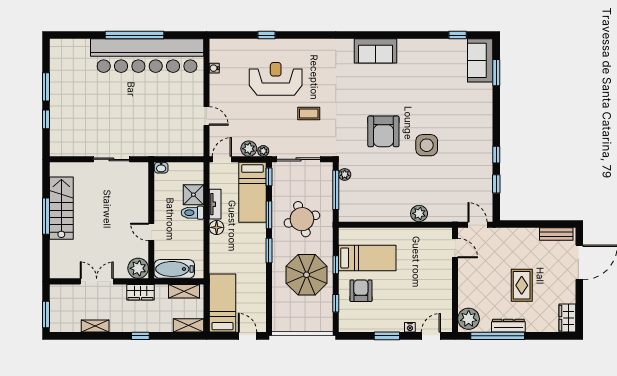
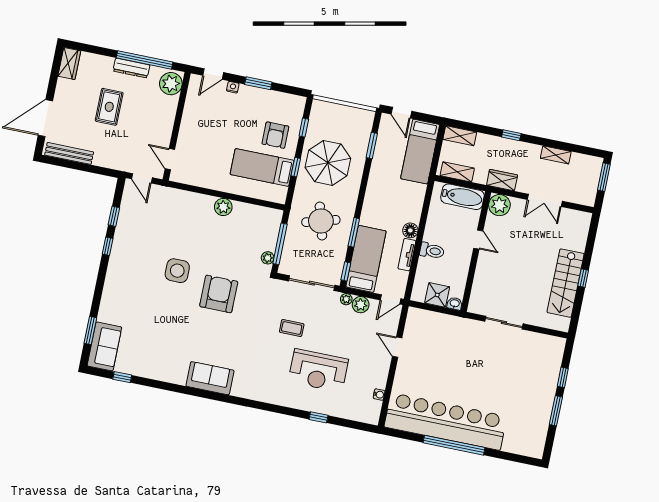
shower: (193, 195) -> (437, 295), moved
plant: (419, 213) -> (223, 207), moved
window: (46, 216) -> (583, 278), width x0.46
bench: (556, 234) -> (69, 153), width x1.36
window: (269, 251) -> (372, 146), moved

